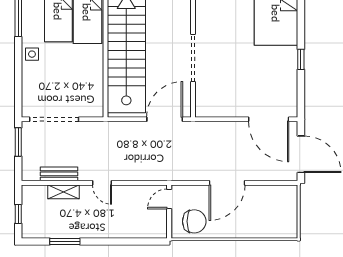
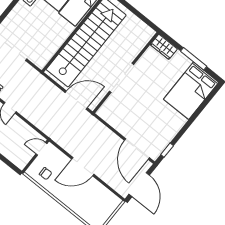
window: (301, 59) -> (167, 150), moved
chair: (194, 221) -> (46, 174), width x0.54, depth x0.54

